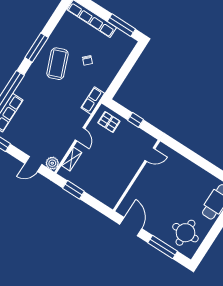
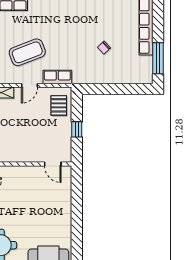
coffee table: (57, 64) -> (27, 52), moved
row of seats: (93, 101) -> (57, 77), moved

